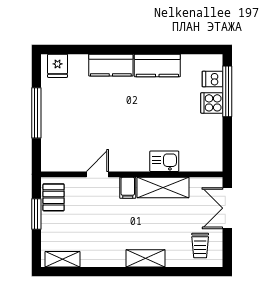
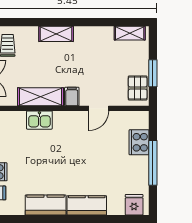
cooker: (52, 136) -> (139, 142), added

